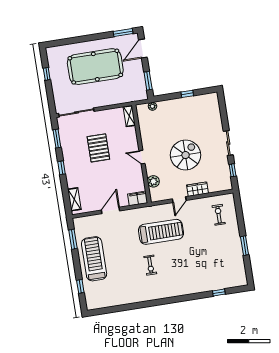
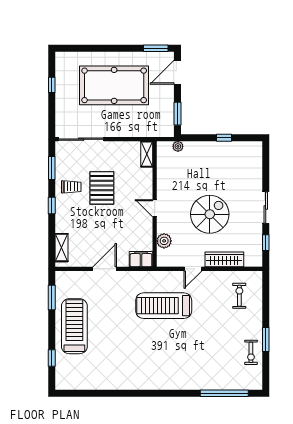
trolley: (74, 151) -> (71, 187), added
wardrobe: (198, 189) -> (224, 259), width x1.50
treadmill: (161, 232) -> (164, 306), turned 180
exercise bike: (150, 265) -> (251, 352), moved
window: (219, 292) -> (224, 393), width x3.17

